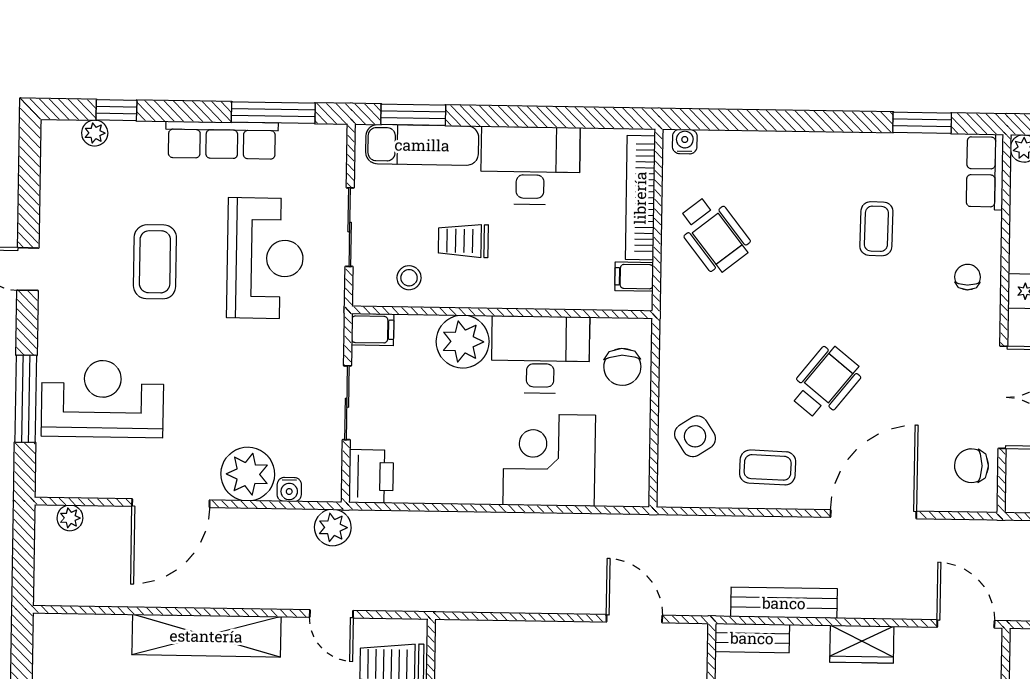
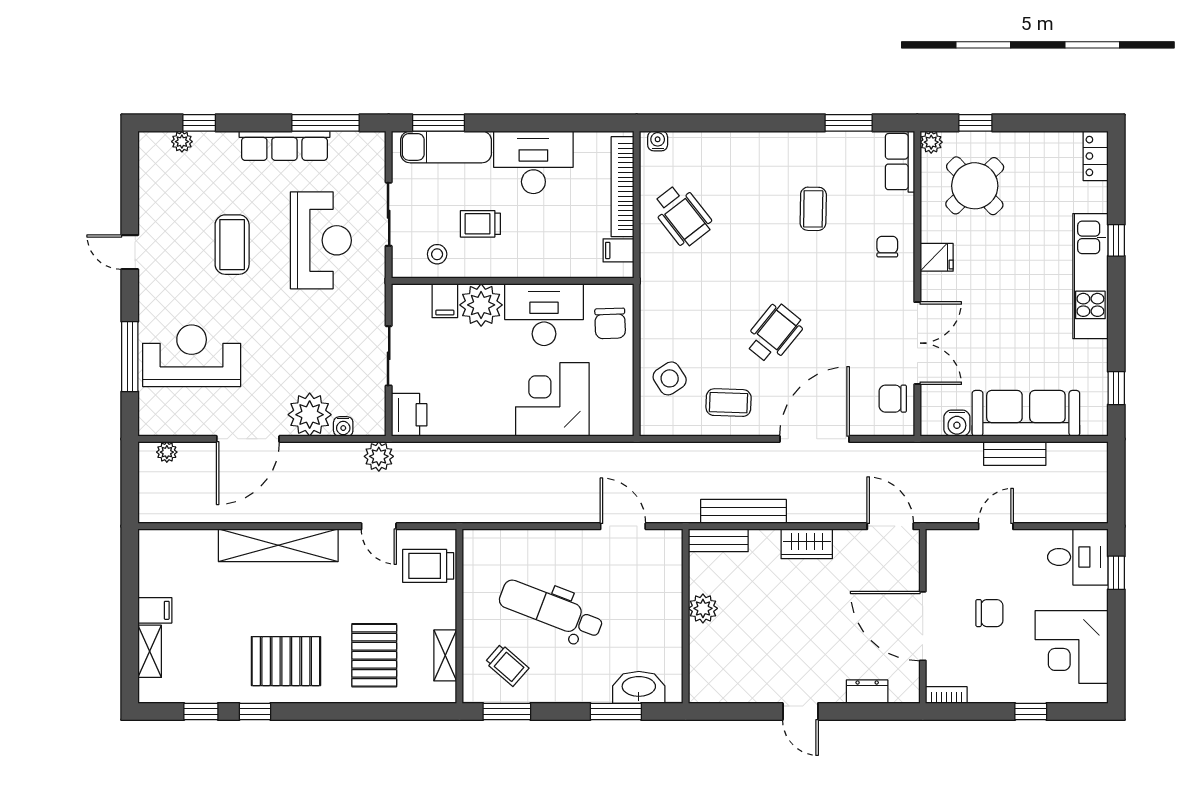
filing cabinet: (373, 329) -> (445, 301), moved, turned 90

